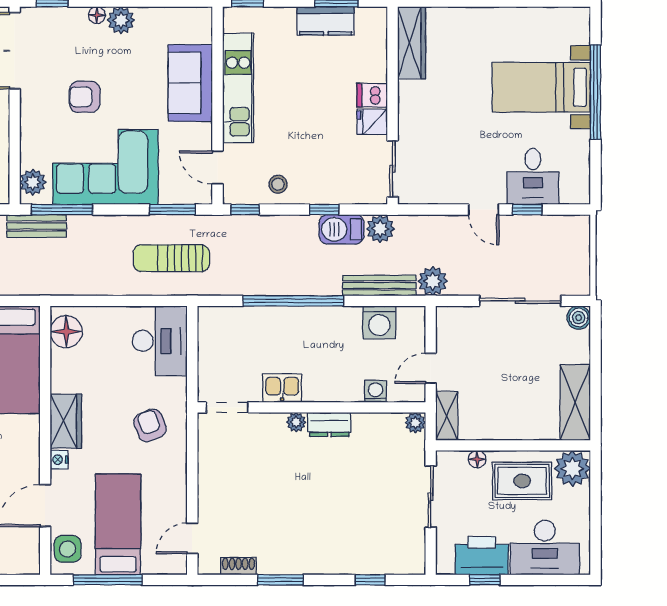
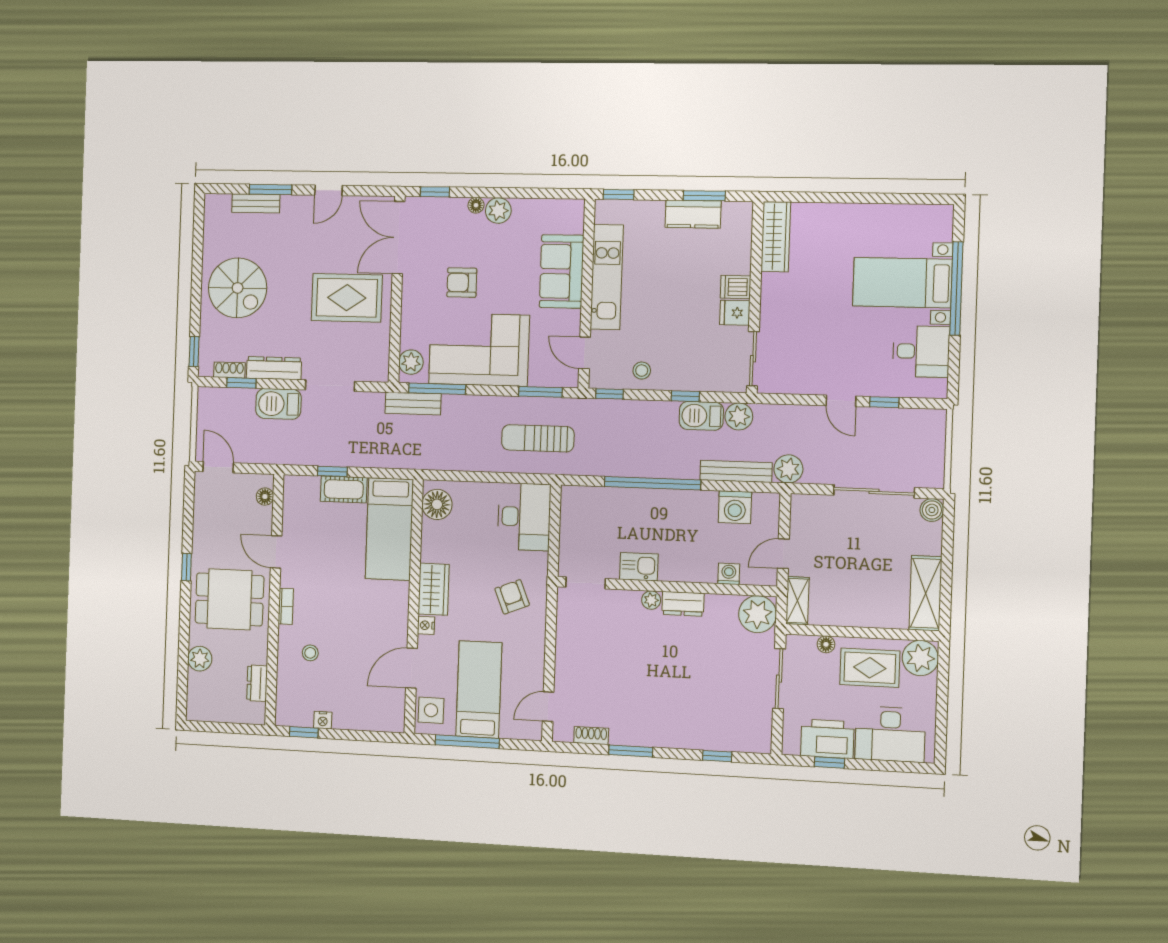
desk: (533, 176) -> (921, 351), moved, turned -90
plant: (415, 423) -> (757, 614), width x1.88, depth x1.88

